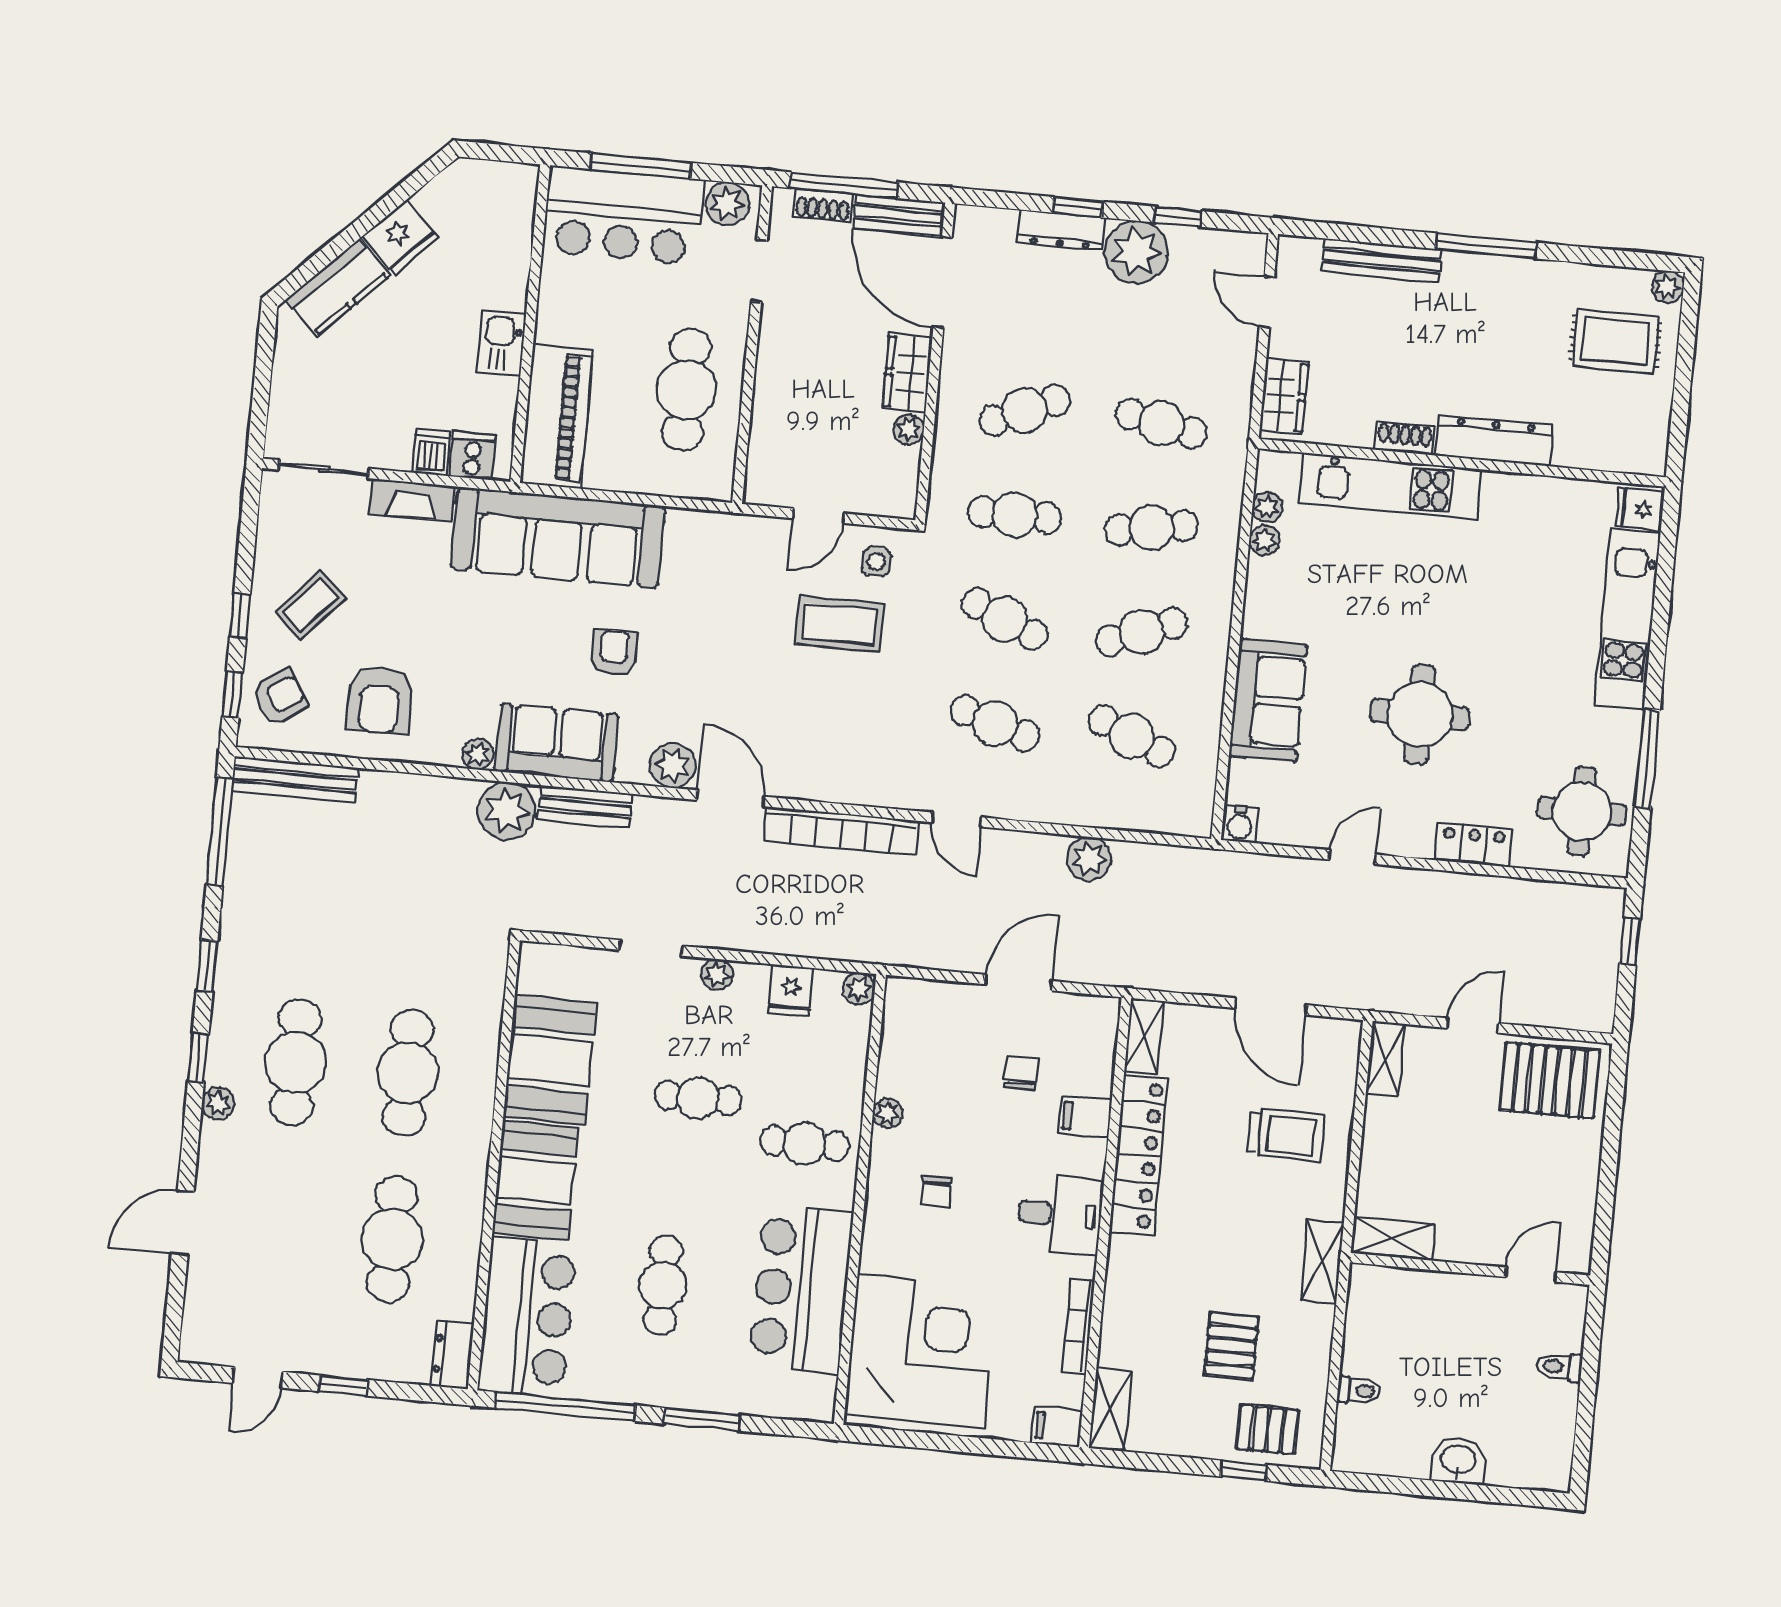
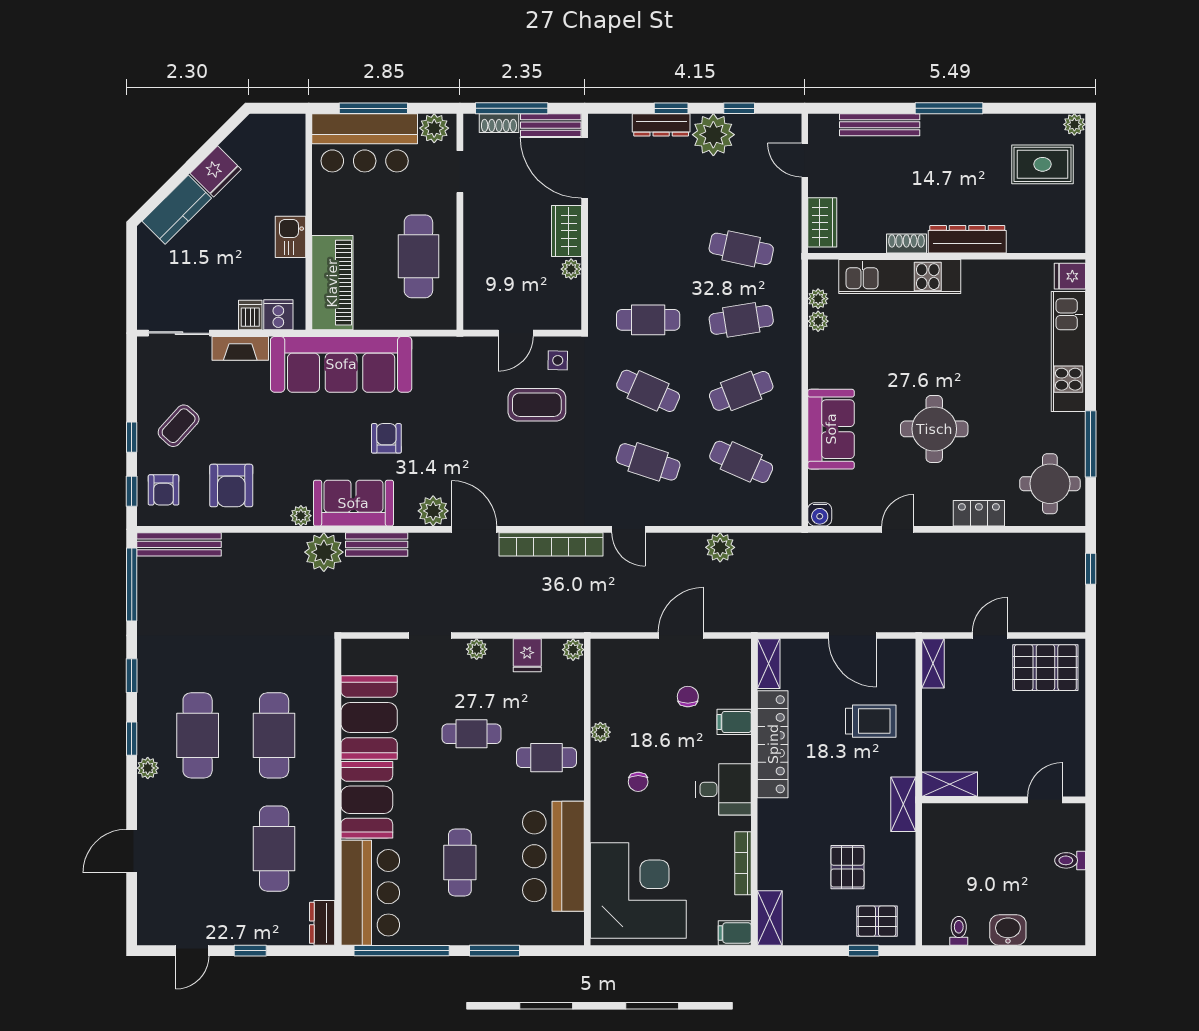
cafe table: (1025, 411) -> (648, 249), removed
armchair: (280, 697) -> (163, 490), turned 123
toilet: (1359, 1391) -> (959, 931), moved, turned -90

